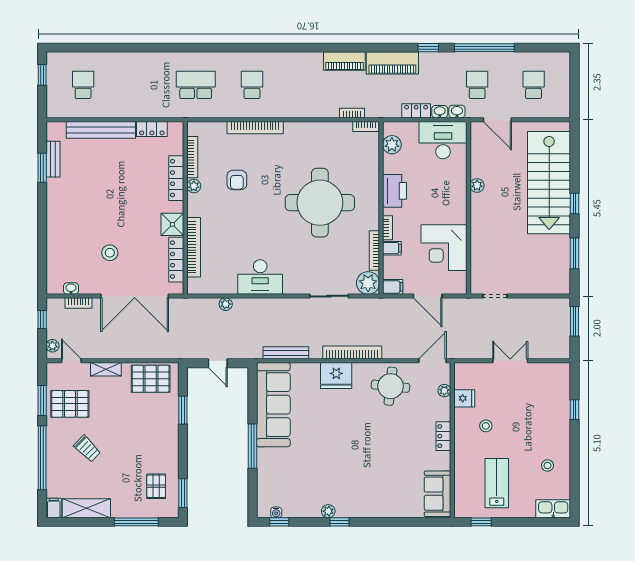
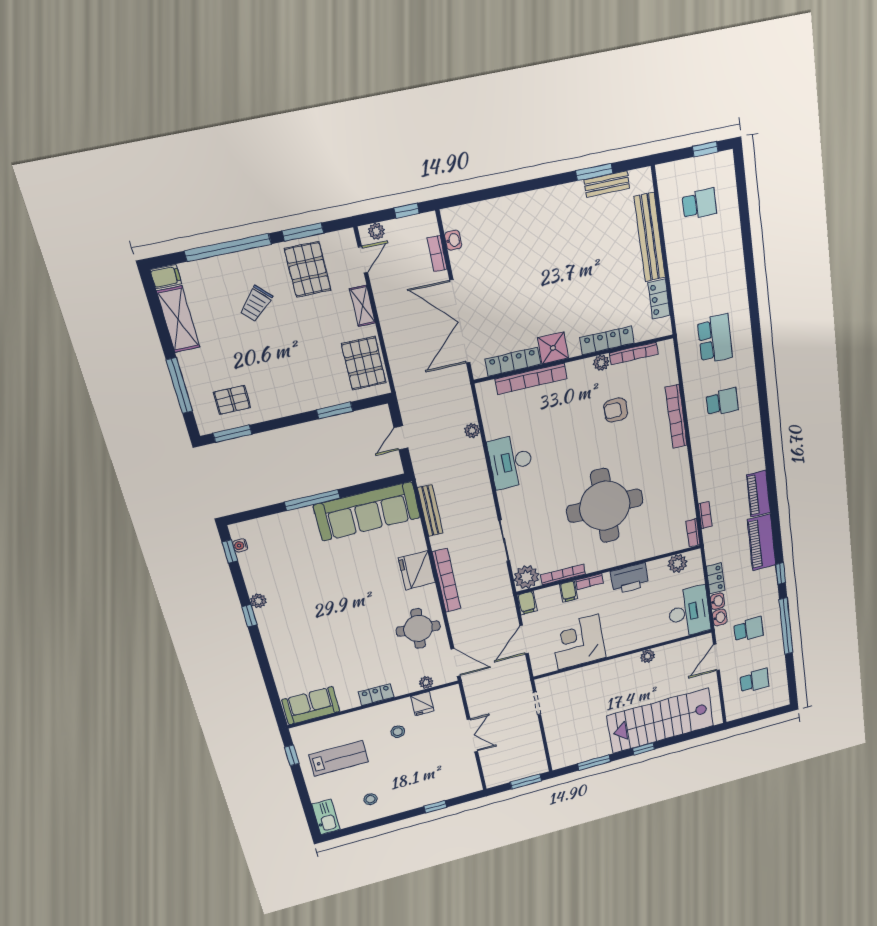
stool: (110, 253) -> (506, 280), removed

